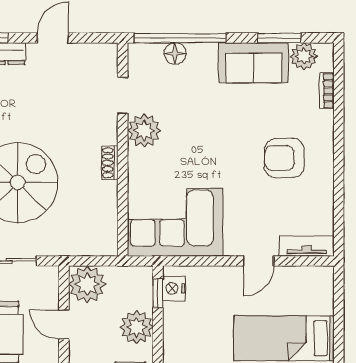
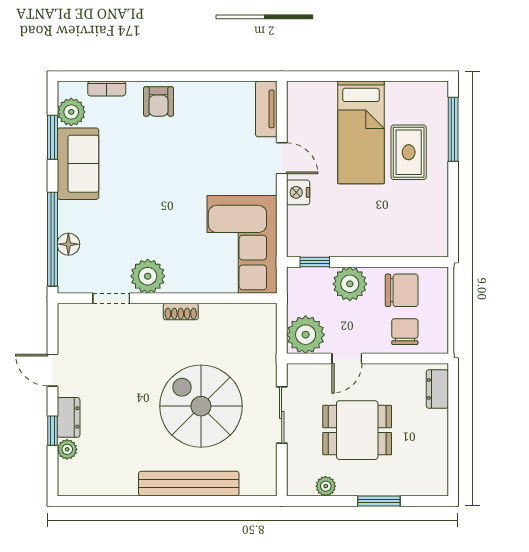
armchair: (284, 158) -> (159, 101), moved, width x0.72, depth x0.72
nightstand: (174, 288) -> (298, 192), moved, turned 90

